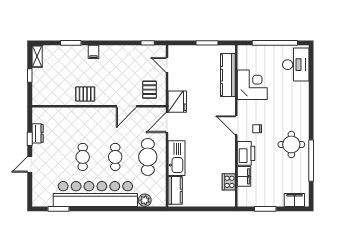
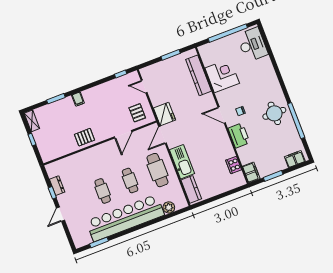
filing cabinet: (244, 176) -> (251, 172), moved

